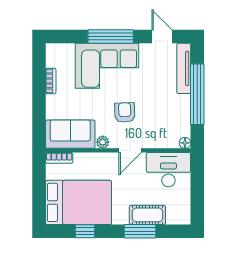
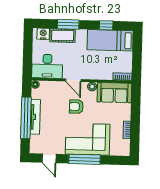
tv unit: (184, 68) -> (35, 117), moved
armchair: (125, 113) -> (76, 107), turned 92
door: (130, 150) -> (73, 80), swing flipped
bed: (78, 202) -> (110, 40), width x0.67
nightstand: (176, 217) -> (43, 34), added

